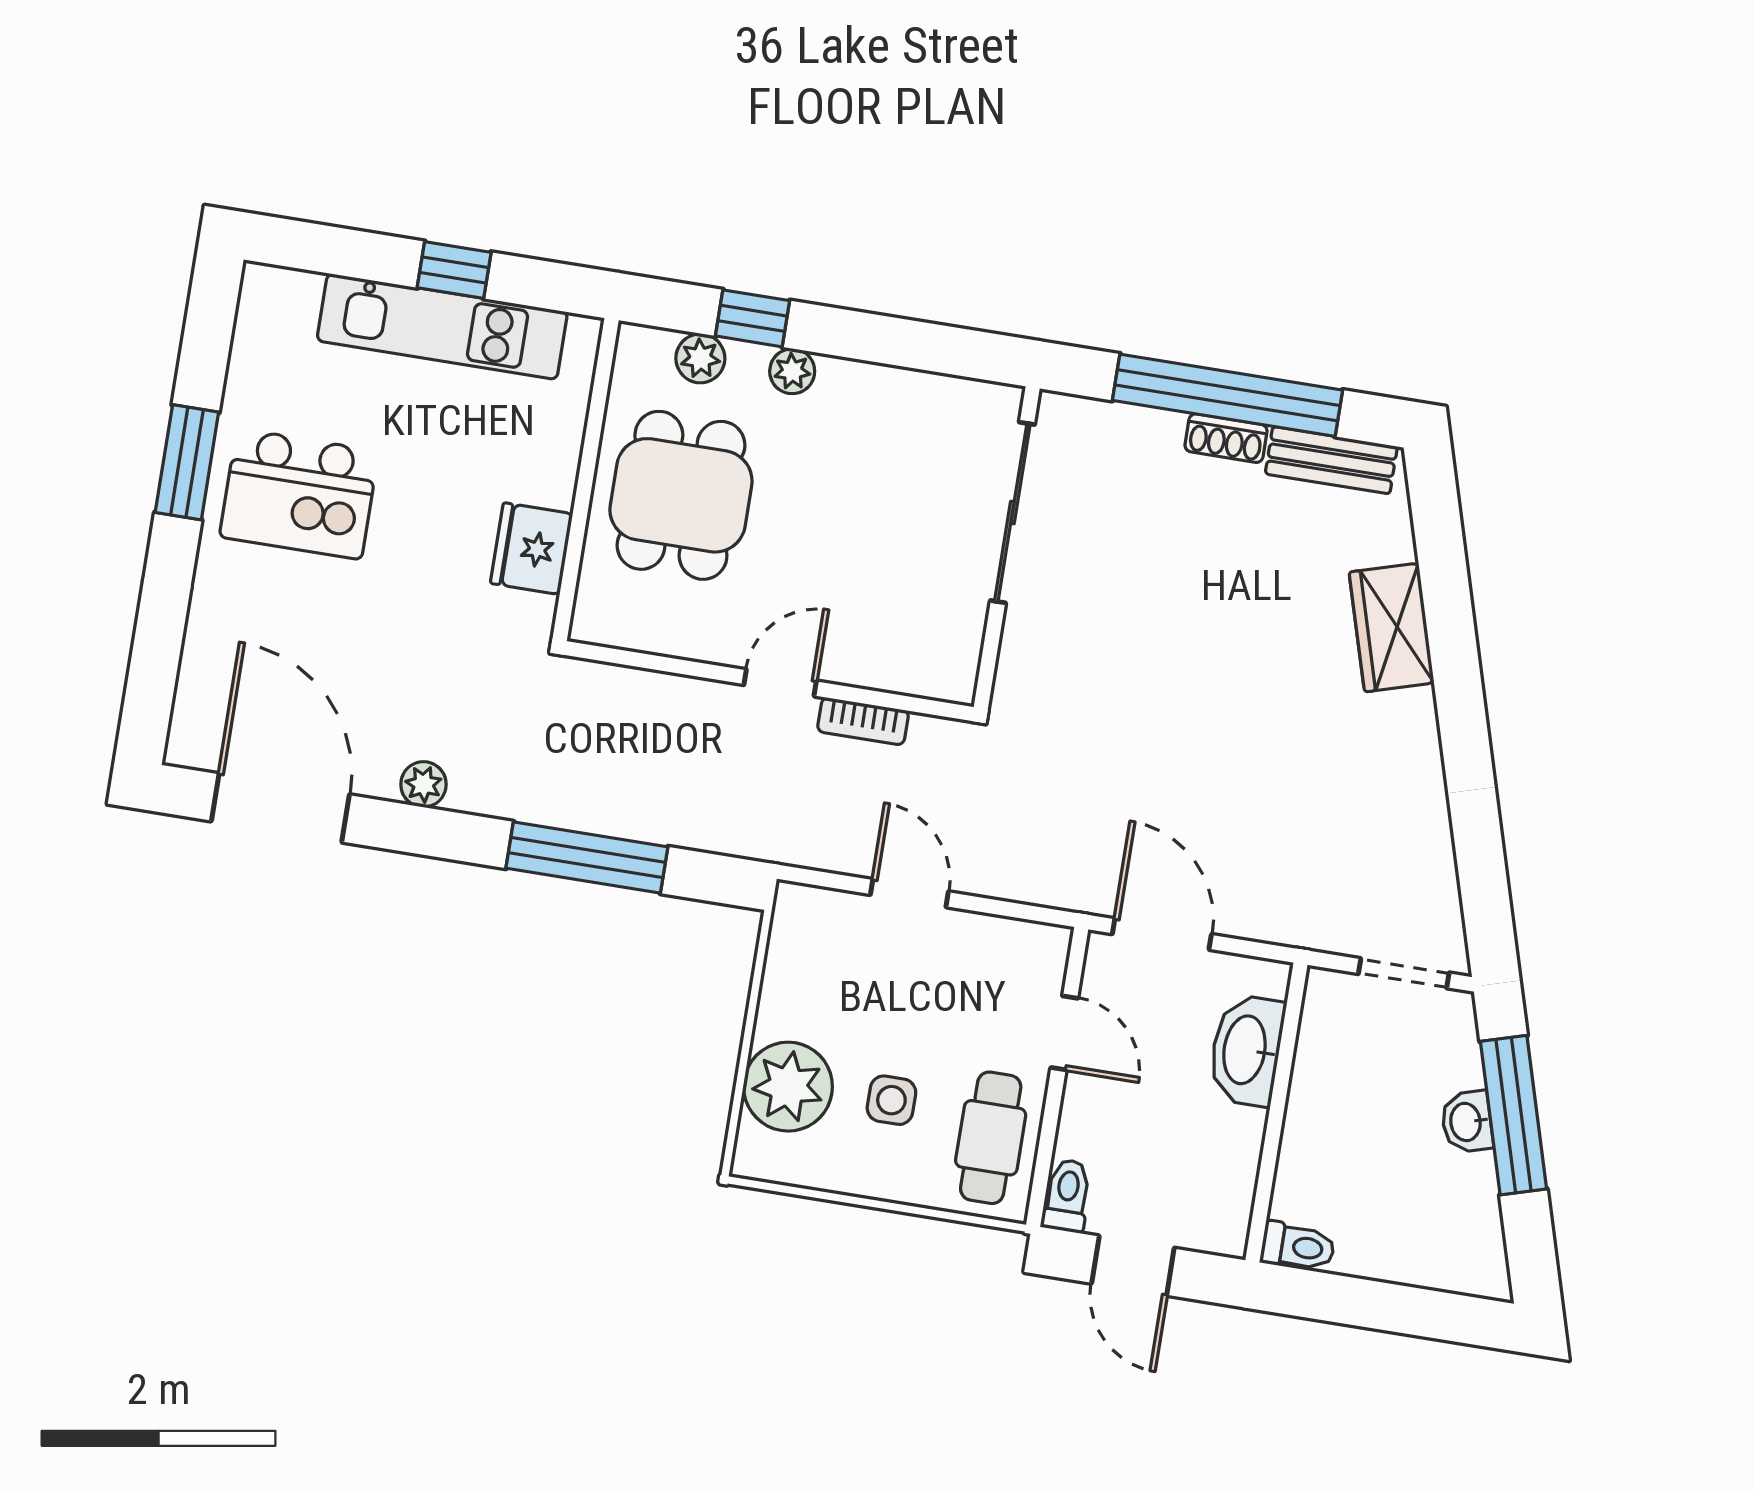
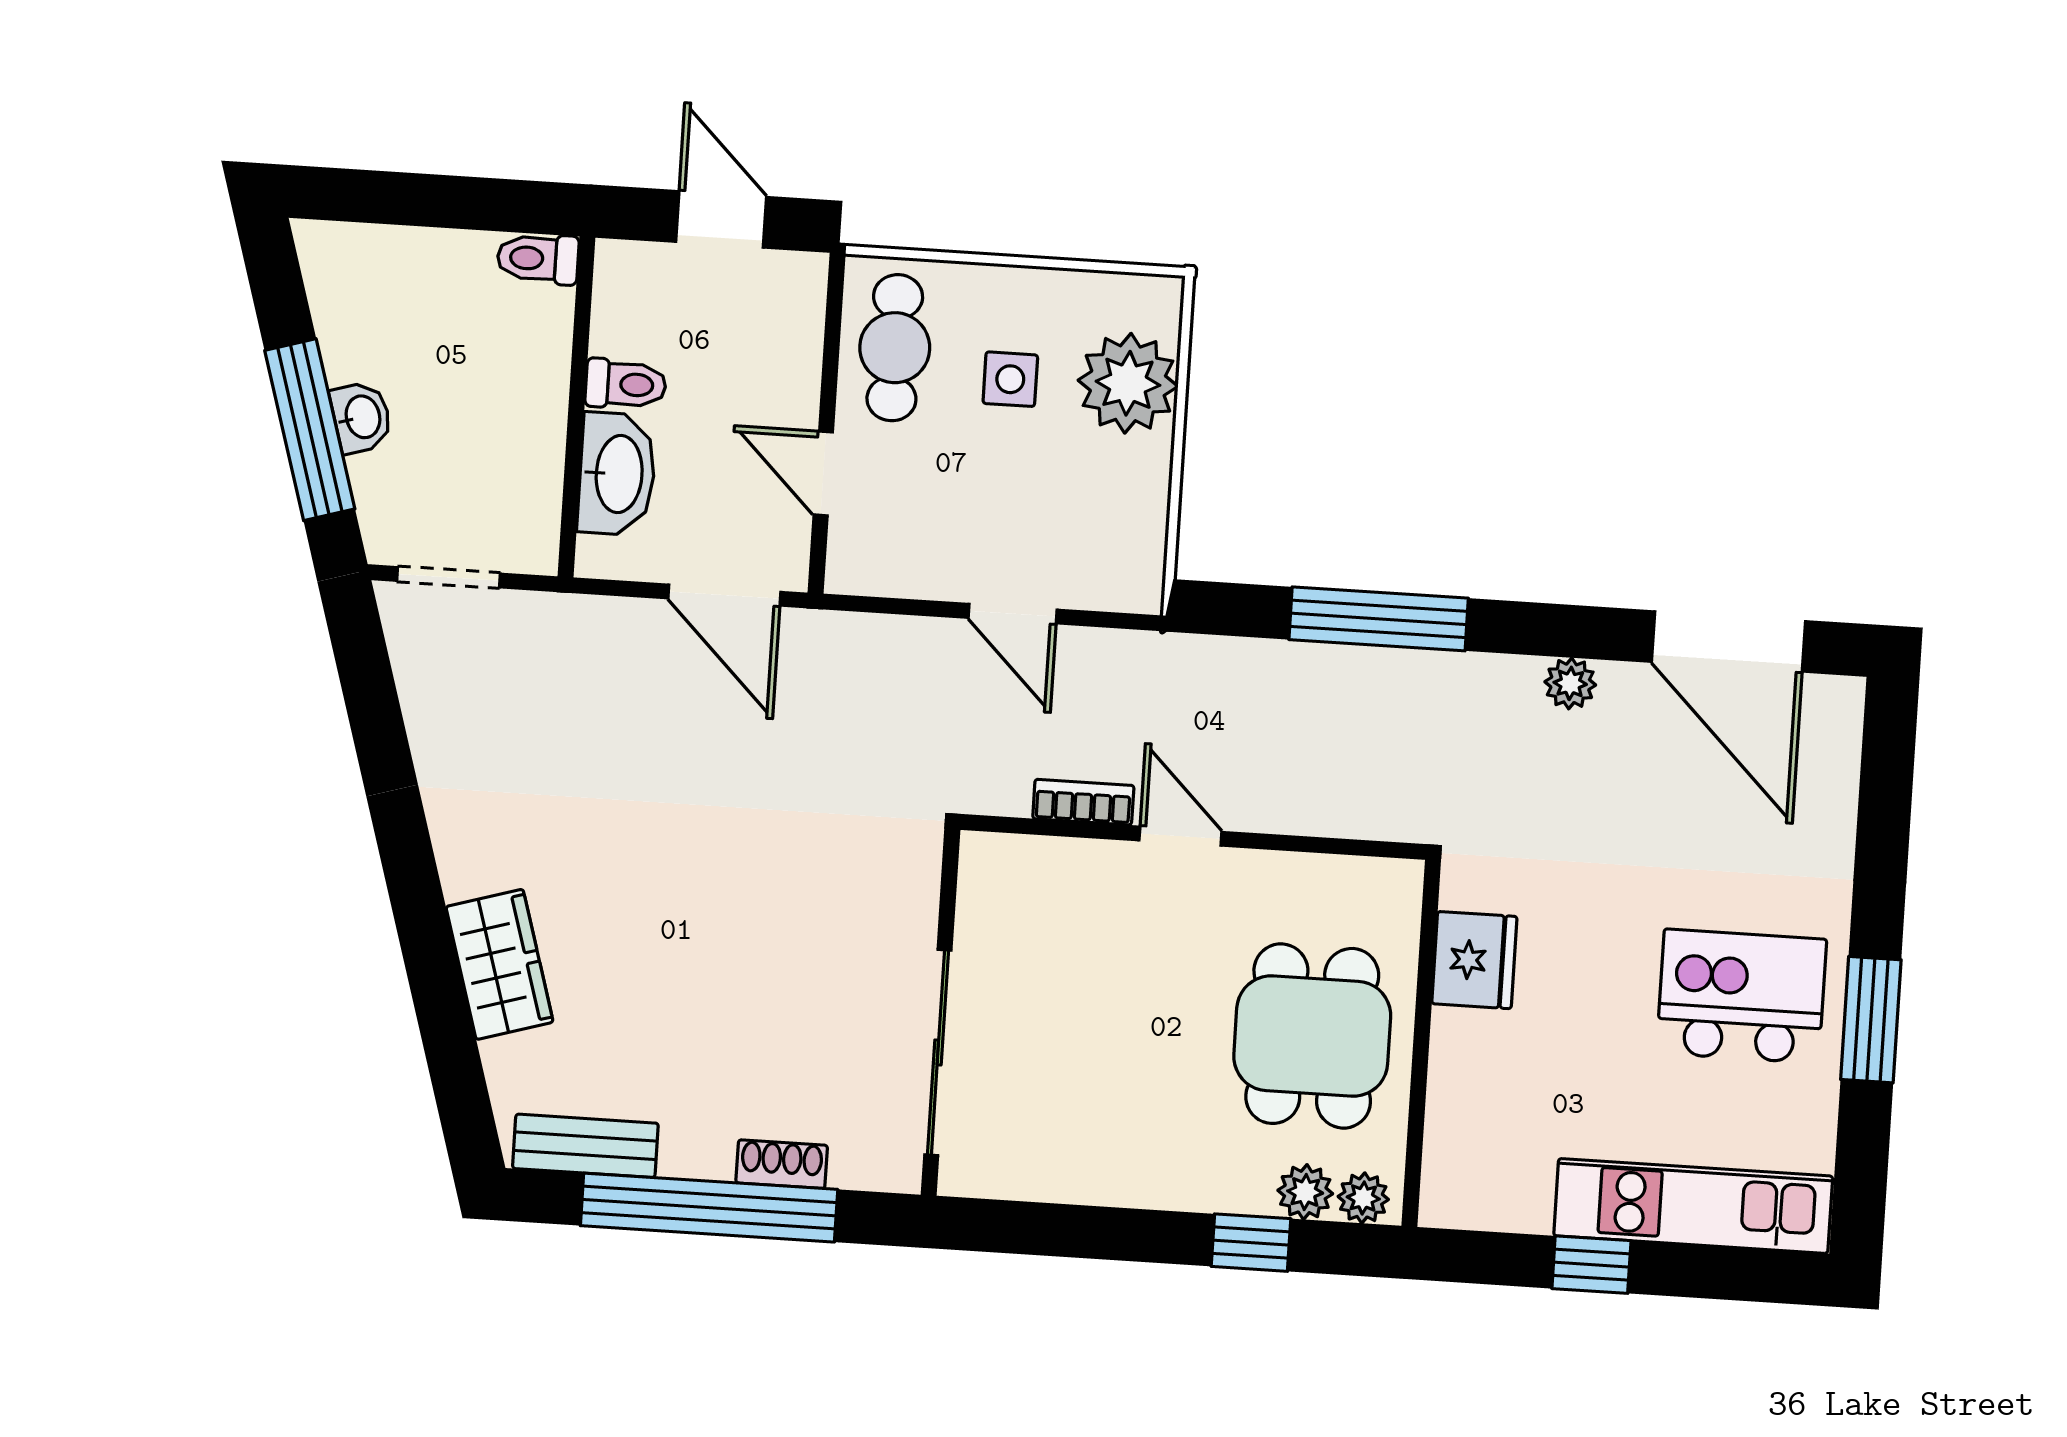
kitchen unit: (442, 326) -> (1693, 1206), moved
plant: (792, 371) -> (1363, 1198), moved
shoe rack: (1226, 438) -> (782, 1164), moved
door: (780, 683) -> (1180, 836), swing flipped
toilet: (1067, 1196) -> (626, 384), moved, turned -90

